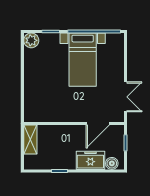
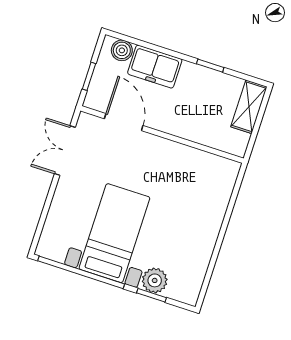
plant: (31, 40) -> (155, 280), moved
door: (98, 124) -> (124, 122), hinge flipped
shelving: (30, 140) -> (249, 107), moved

